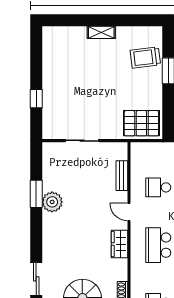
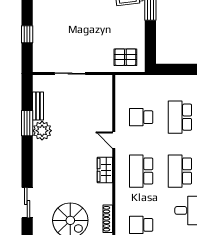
pallet: (141, 123) -> (125, 57), width x0.67, depth x0.71
bench: (122, 176) -> (38, 106), moved

